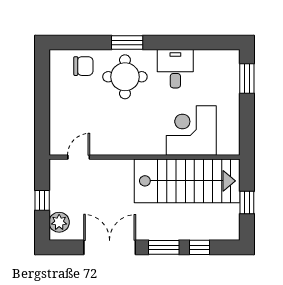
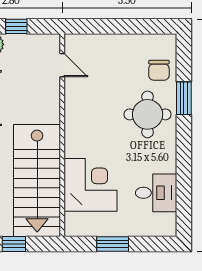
window: (127, 43) -> (184, 98), moved
desk: (175, 69) -> (156, 193), moved
window: (247, 78) -> (113, 244), moved

